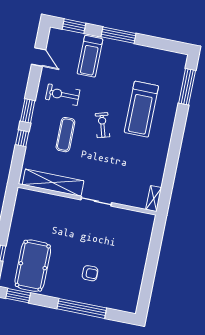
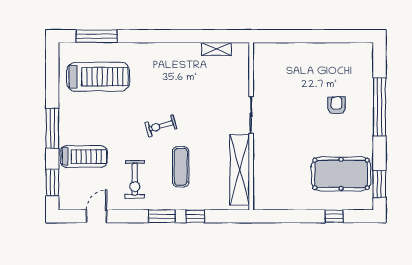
treadmill: (141, 109) -> (98, 77), moved
exercise mat: (65, 135) -> (181, 167), turned 90
shelving: (154, 199) -> (216, 49), moved

